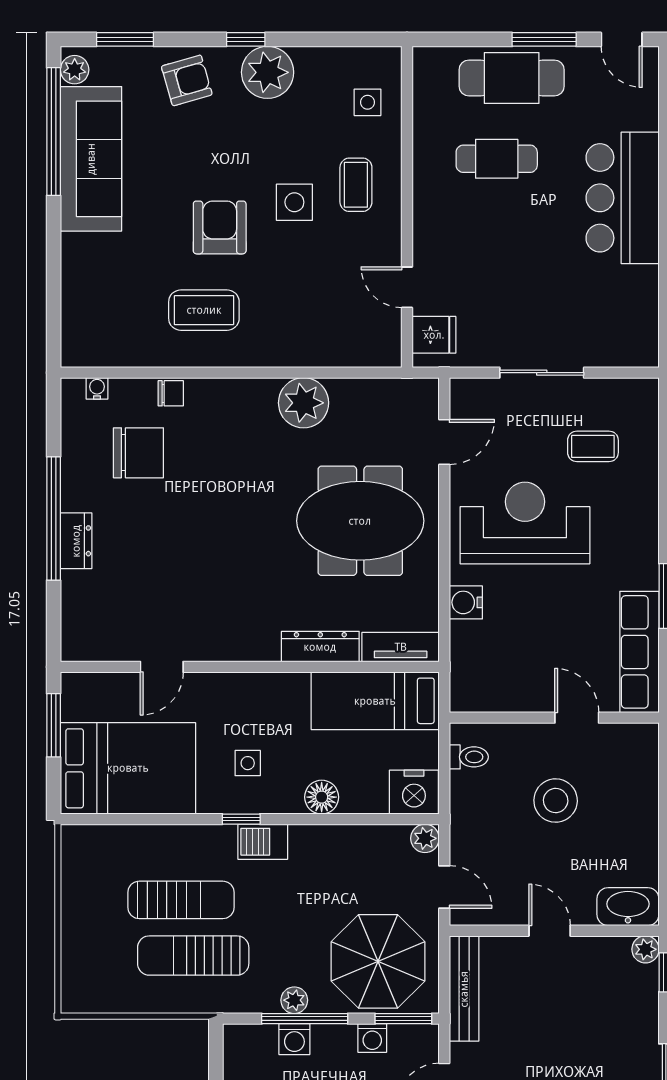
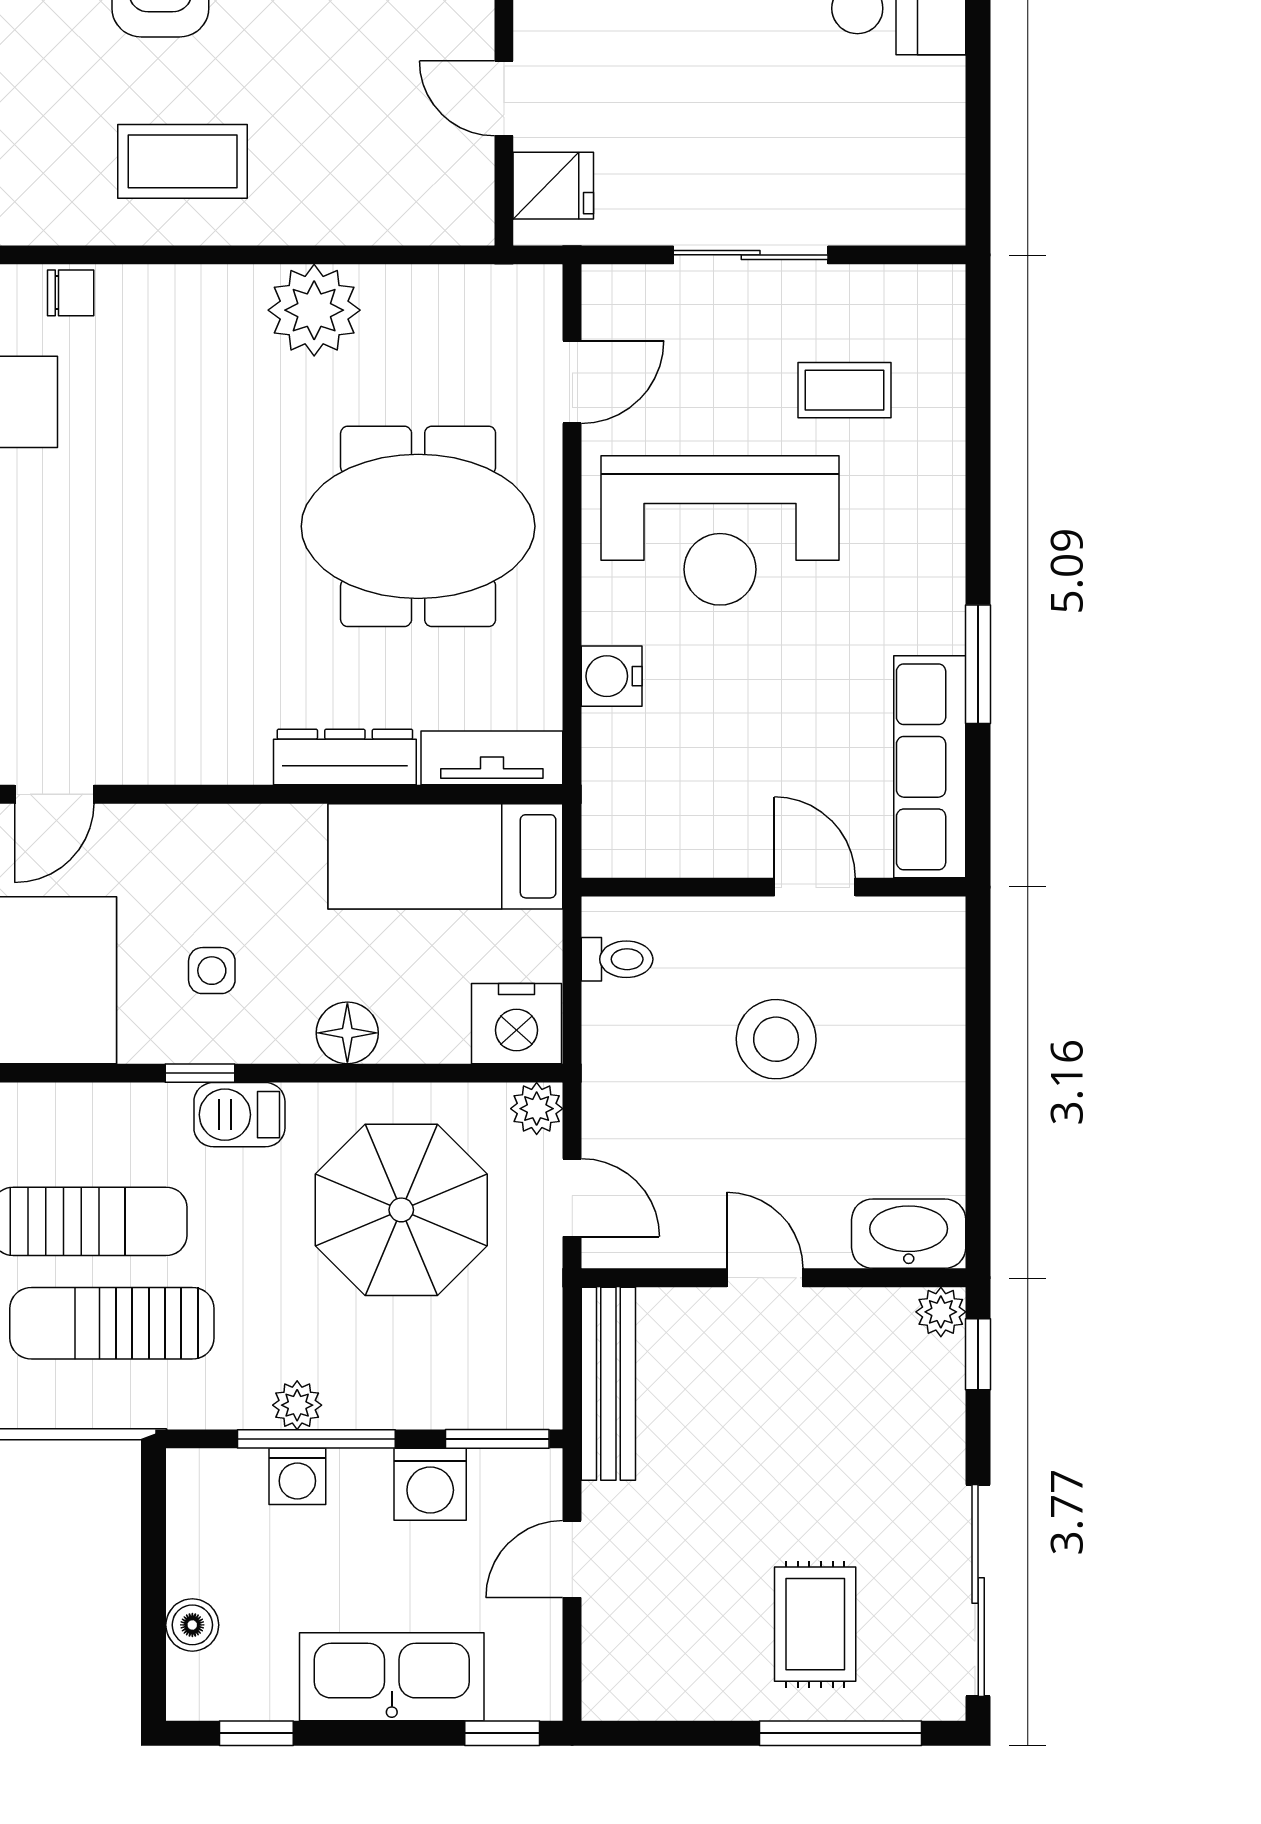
coffee table: (204, 310) -> (183, 161), moved
reception desk: (525, 523) -> (720, 530), turned 180
parasol: (378, 961) -> (401, 1210), moved
washing machine: (372, 1038) -> (430, 1484), width x1.38, depth x1.38

